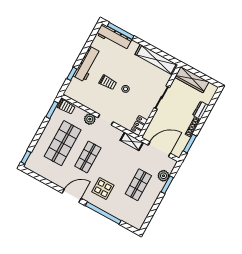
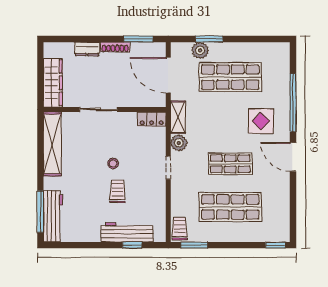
workbench: (87, 64) -> (127, 232), moved
plant: (90, 119) -> (179, 143), moved
shop shelf: (138, 185) -> (230, 77), width x1.43, depth x1.36

